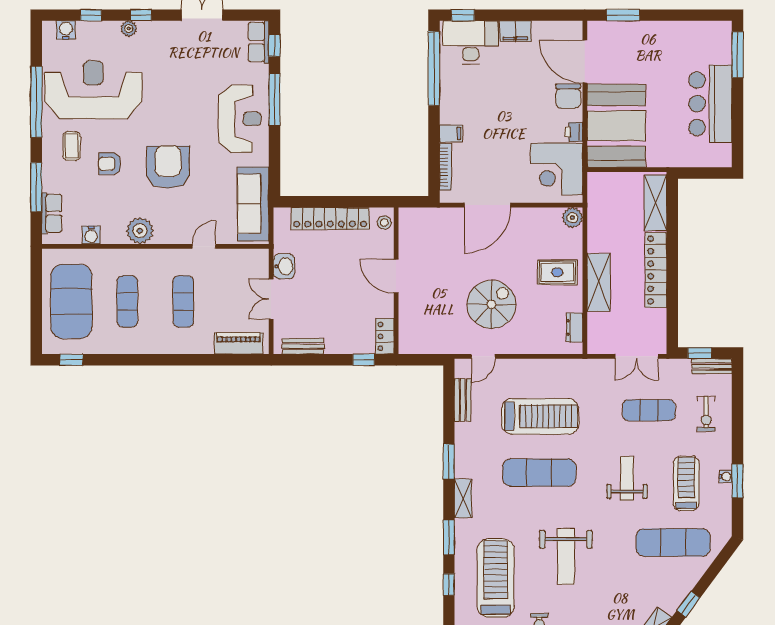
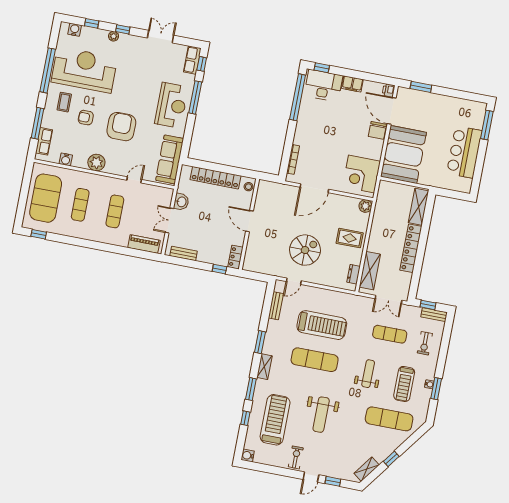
printer: (574, 132) -> (389, 90), moved
filing cabinet: (451, 133) -> (300, 139), removed
shelving: (599, 282) -> (370, 271), moved
treadmill: (686, 483) -> (404, 384), turned 180

